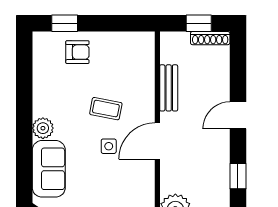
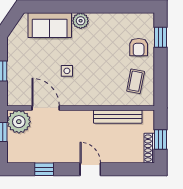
bench: (169, 88) -> (118, 117), width x1.36
coffee table: (106, 109) -> (136, 81), moved
door: (157, 141) -> (46, 108), moved

